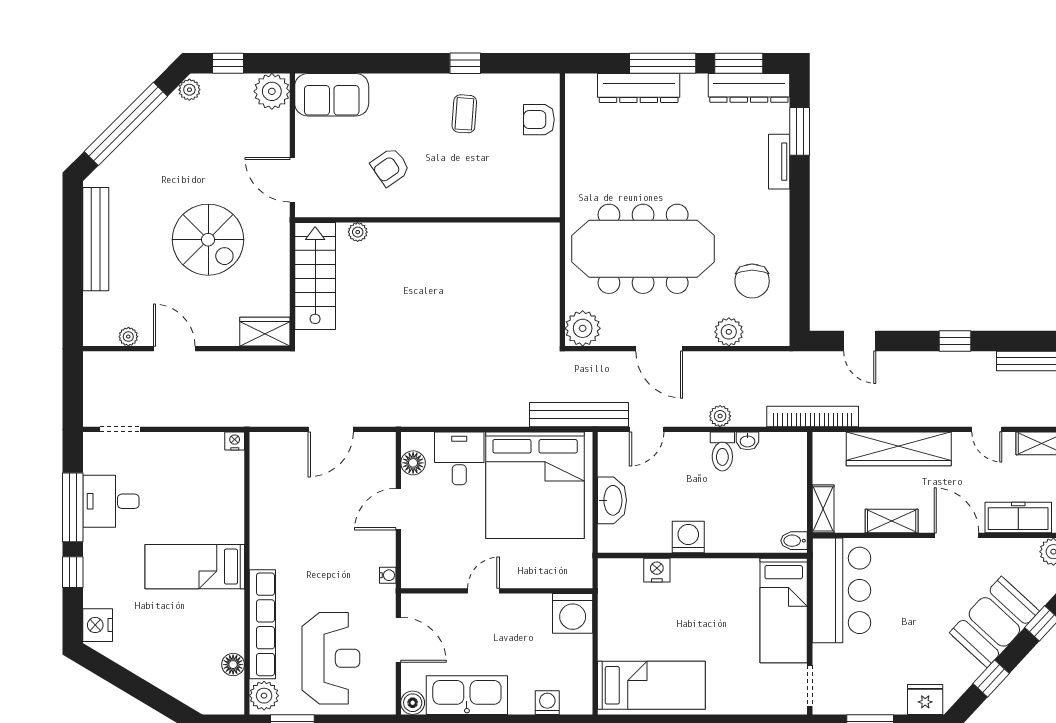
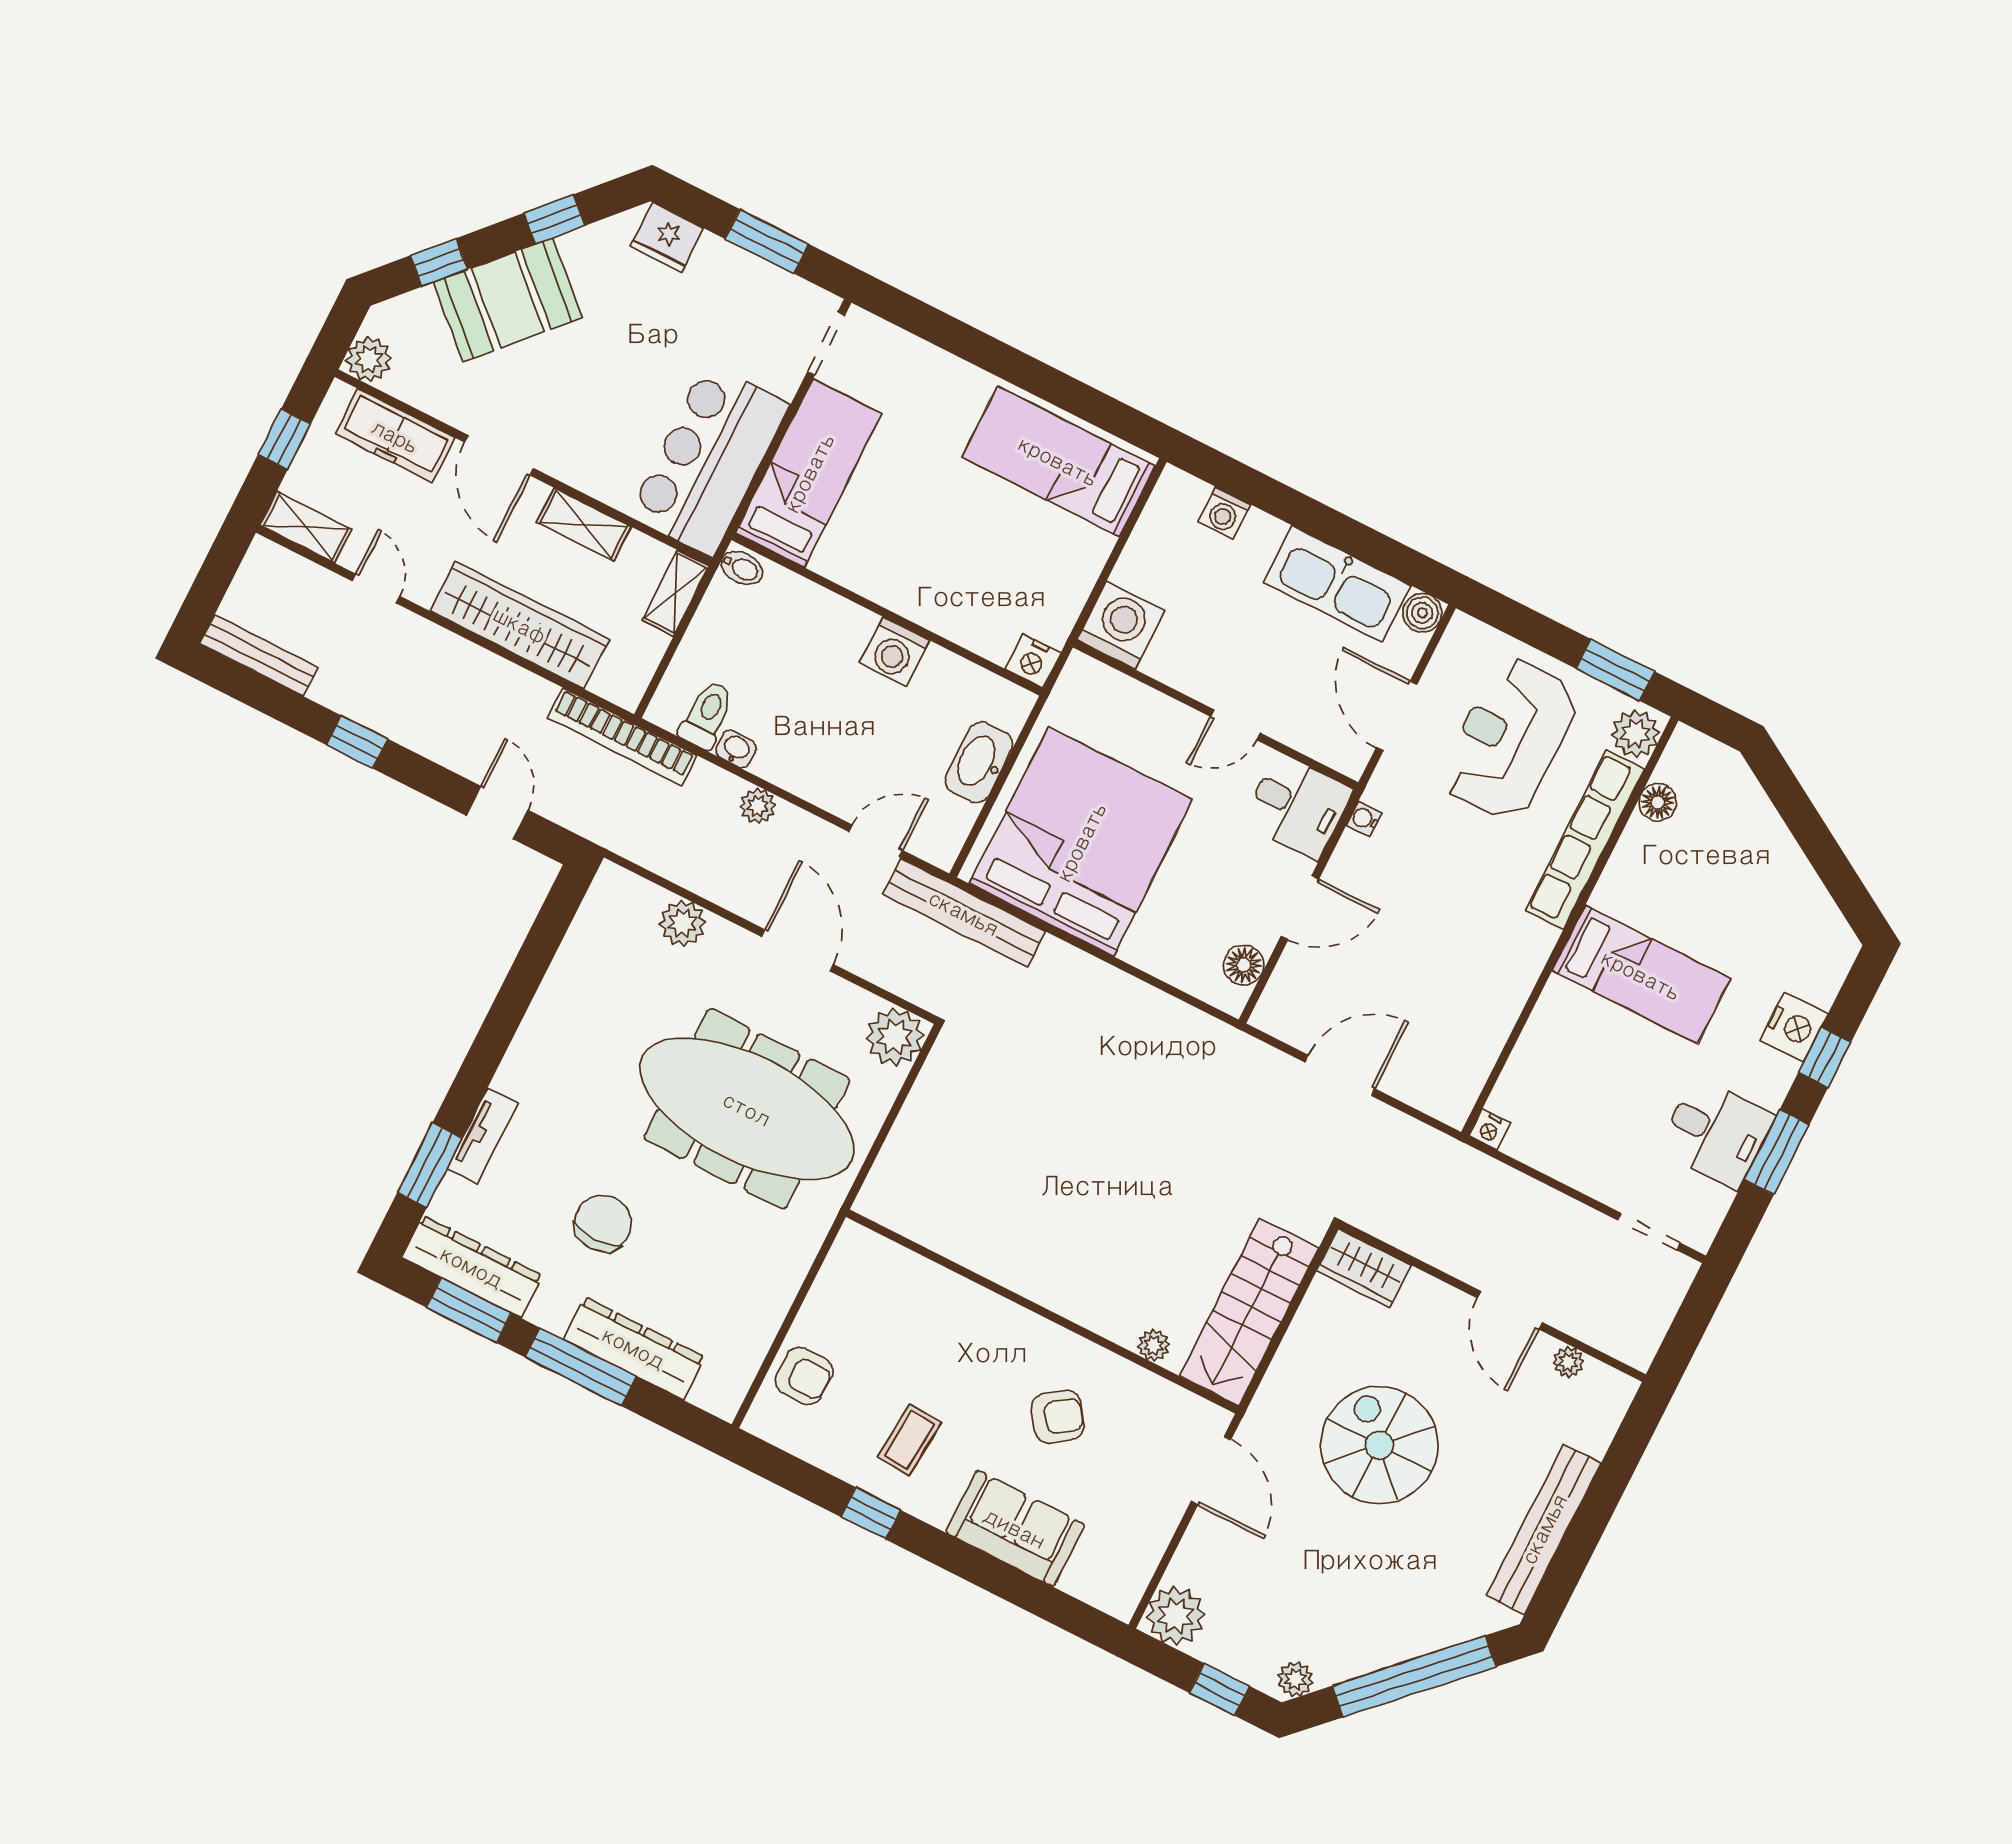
sofa: (332, 95) -> (1015, 1528), moved
chair: (752, 281) -> (603, 1223), moved
toilet: (722, 451) -> (707, 715), moved
desk: (459, 458) -> (1298, 806), moved, turned -90
window: (73, 507) -> (1777, 1152), width x0.69
nightstand: (657, 570) -> (1033, 661), moved
nightstand: (98, 625) -> (1794, 1027), moved

